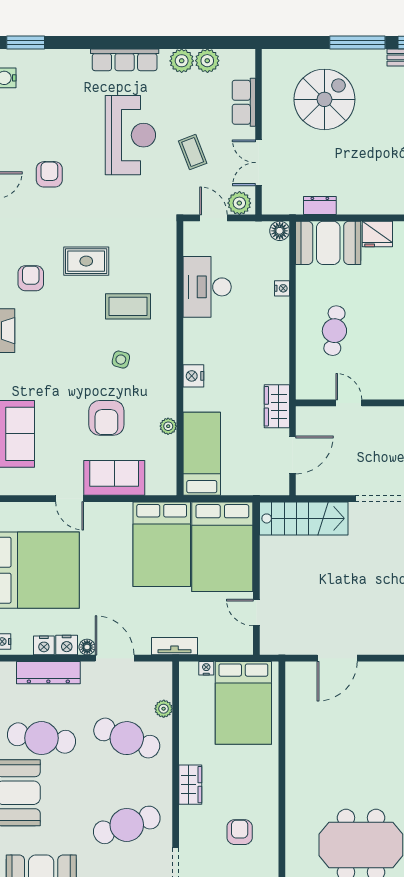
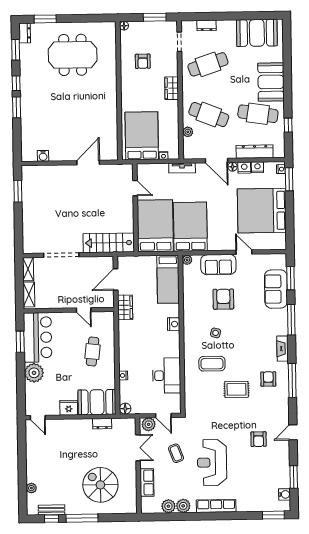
spiral stairs: (324, 99) -> (100, 485), turned 90
armchair: (31, 278) -> (268, 379), turned 180
plant: (168, 426) -> (187, 260), moved

